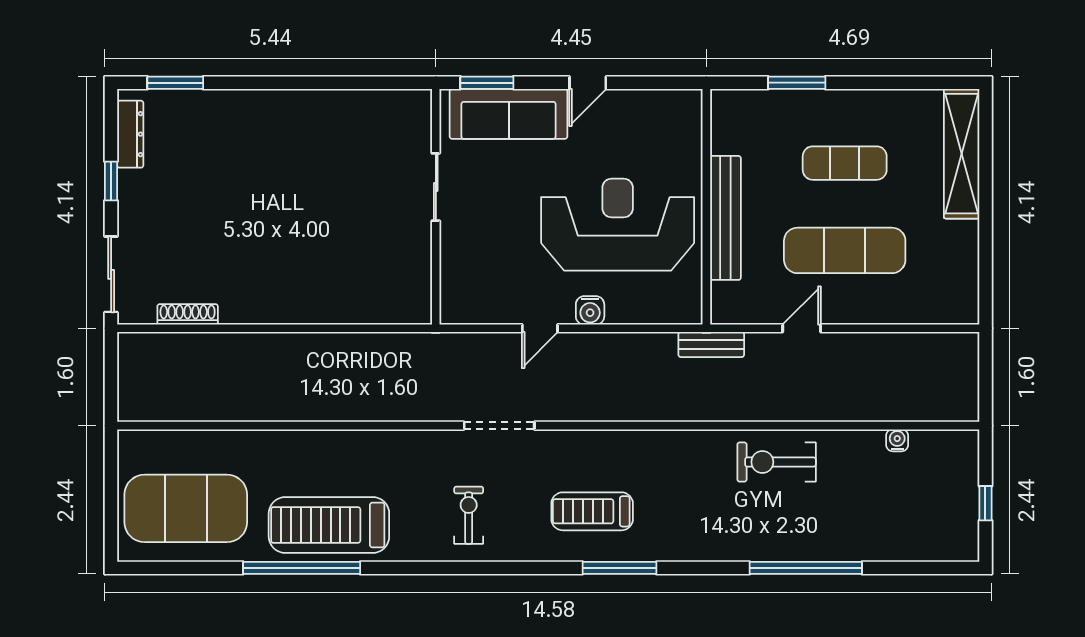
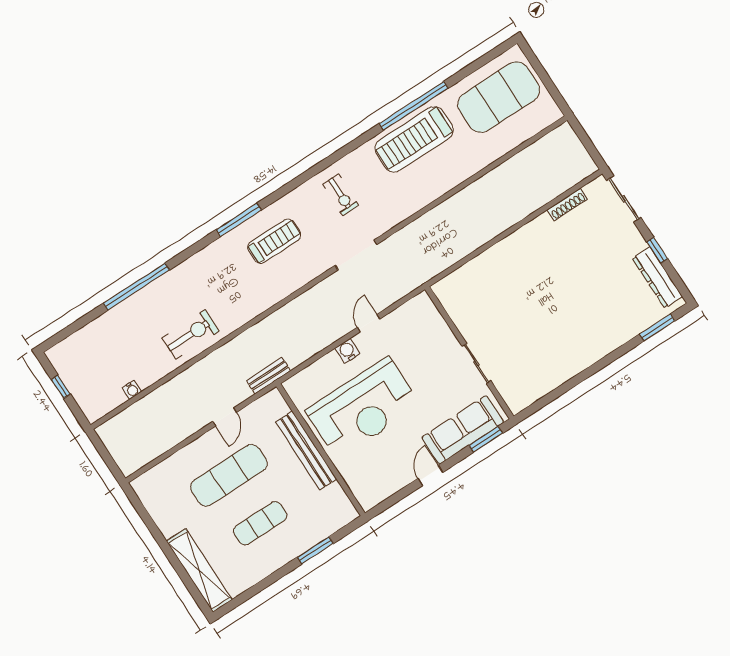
dresser: (130, 134) -> (657, 277), width x1.37, depth x1.24
treadmill: (329, 525) -> (414, 139), turned 180

